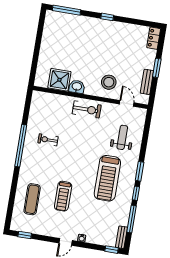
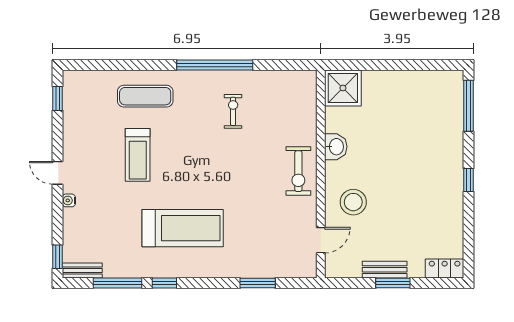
shower: (59, 80) -> (343, 88), moved
bench: (147, 82) -> (385, 270), moved
weight bench: (122, 137) -> (259, 242), removed
window: (140, 171) -> (258, 283), moved
treadmill: (107, 178) -> (183, 228), turned 180
treadmill: (63, 196) -> (138, 155), turned -90
exercise mat: (32, 199) -> (145, 96), moved

